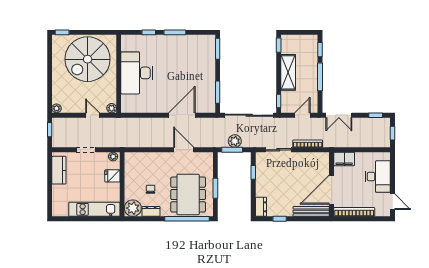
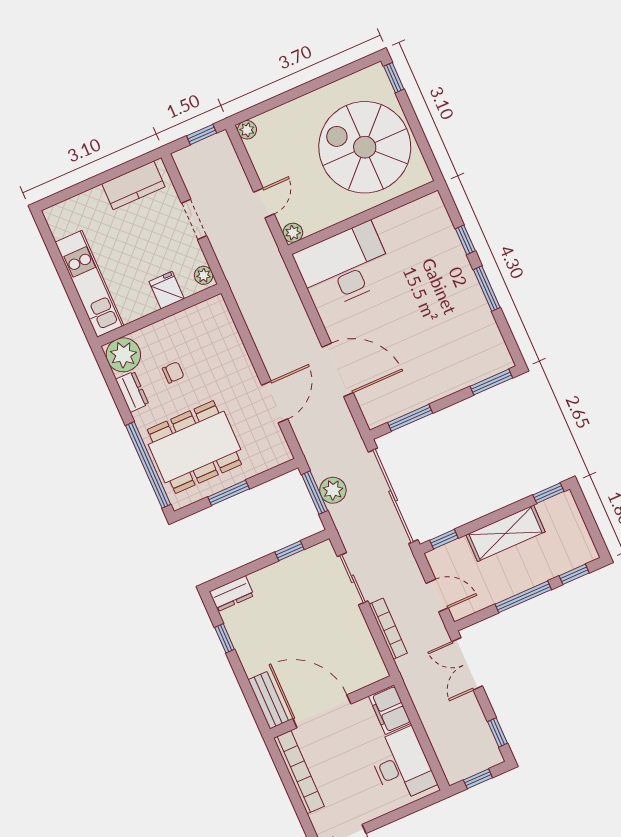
desk: (137, 73) -> (344, 266), moved
desk: (378, 176) -> (402, 765), moved, turned -90
bench: (311, 211) -> (268, 700), width x0.73

